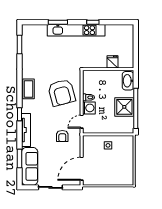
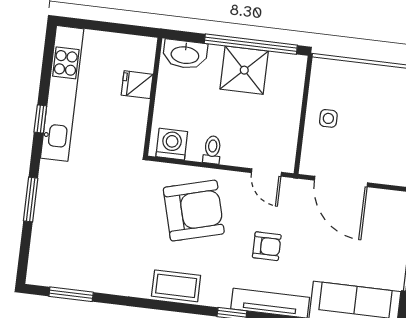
kitchen unit: (76, 30) -> (62, 93), moved
washing machine: (89, 108) -> (172, 144), moved
armchair: (62, 136) -> (267, 246), moved
door: (82, 169) -> (341, 181), moved

